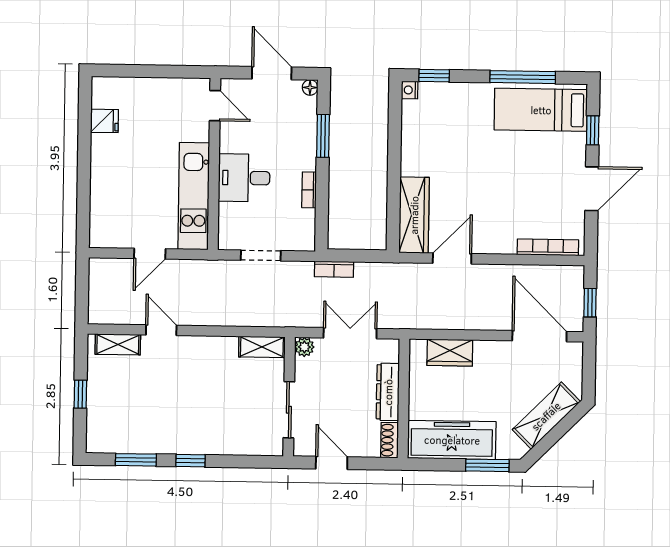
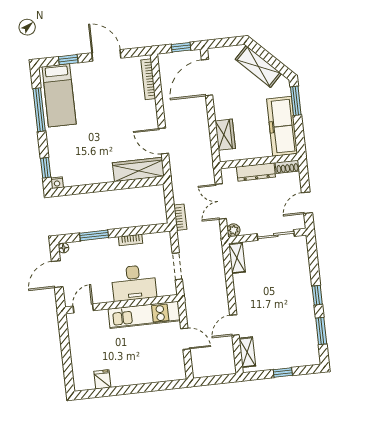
desk: (244, 178) -> (134, 283), width x1.37

